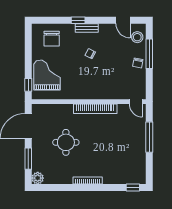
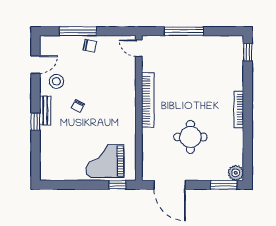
stool: (137, 37) -> (56, 81), moved
chair: (52, 39) -> (59, 155), removed
door: (136, 102) -> (139, 48), swing flipped
window: (28, 159) -> (224, 185), moved

